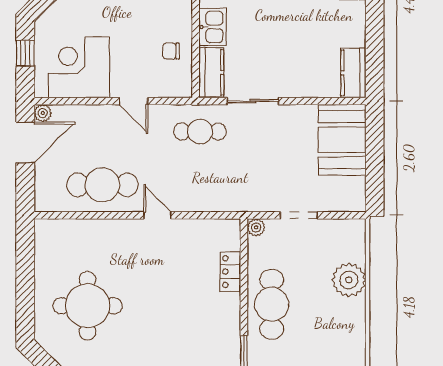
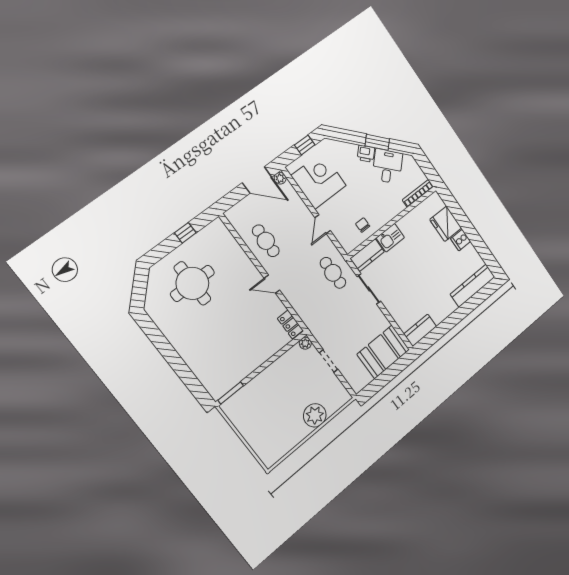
cafe table: (102, 185) -> (266, 241), width x0.73, depth x0.74
door: (157, 215) -> (272, 284), swing flipped
window: (25, 271) -> (185, 233), added
locker: (230, 272) -> (290, 324), moved, turned -90
cafe table: (272, 304) -> (271, 385), removed

